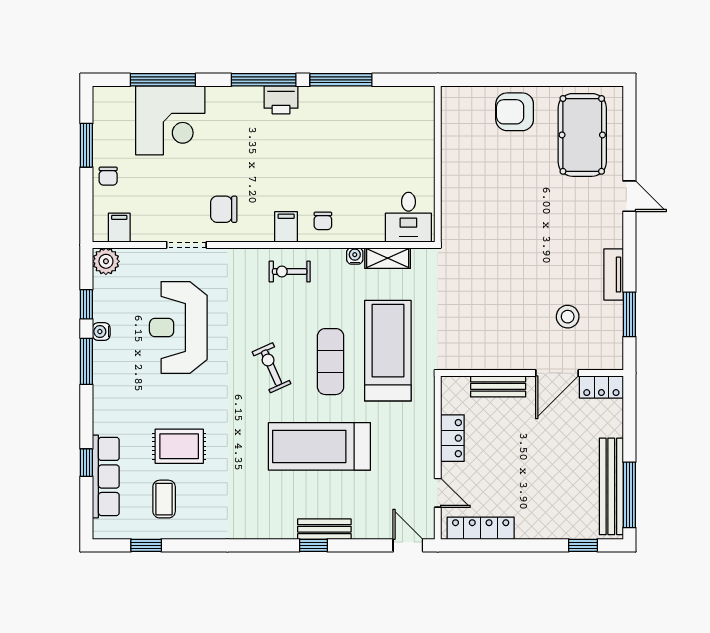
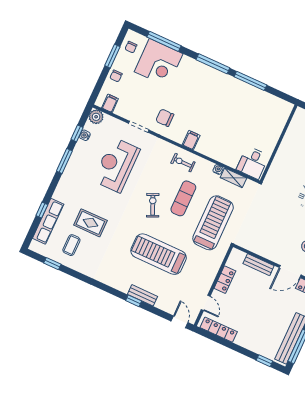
printer: (281, 100) -> (217, 77), removed
chair: (323, 221) -> (131, 47), moved
water cooler: (101, 332) -> (85, 135), moved
exercise mat: (331, 362) -> (183, 198), moved

